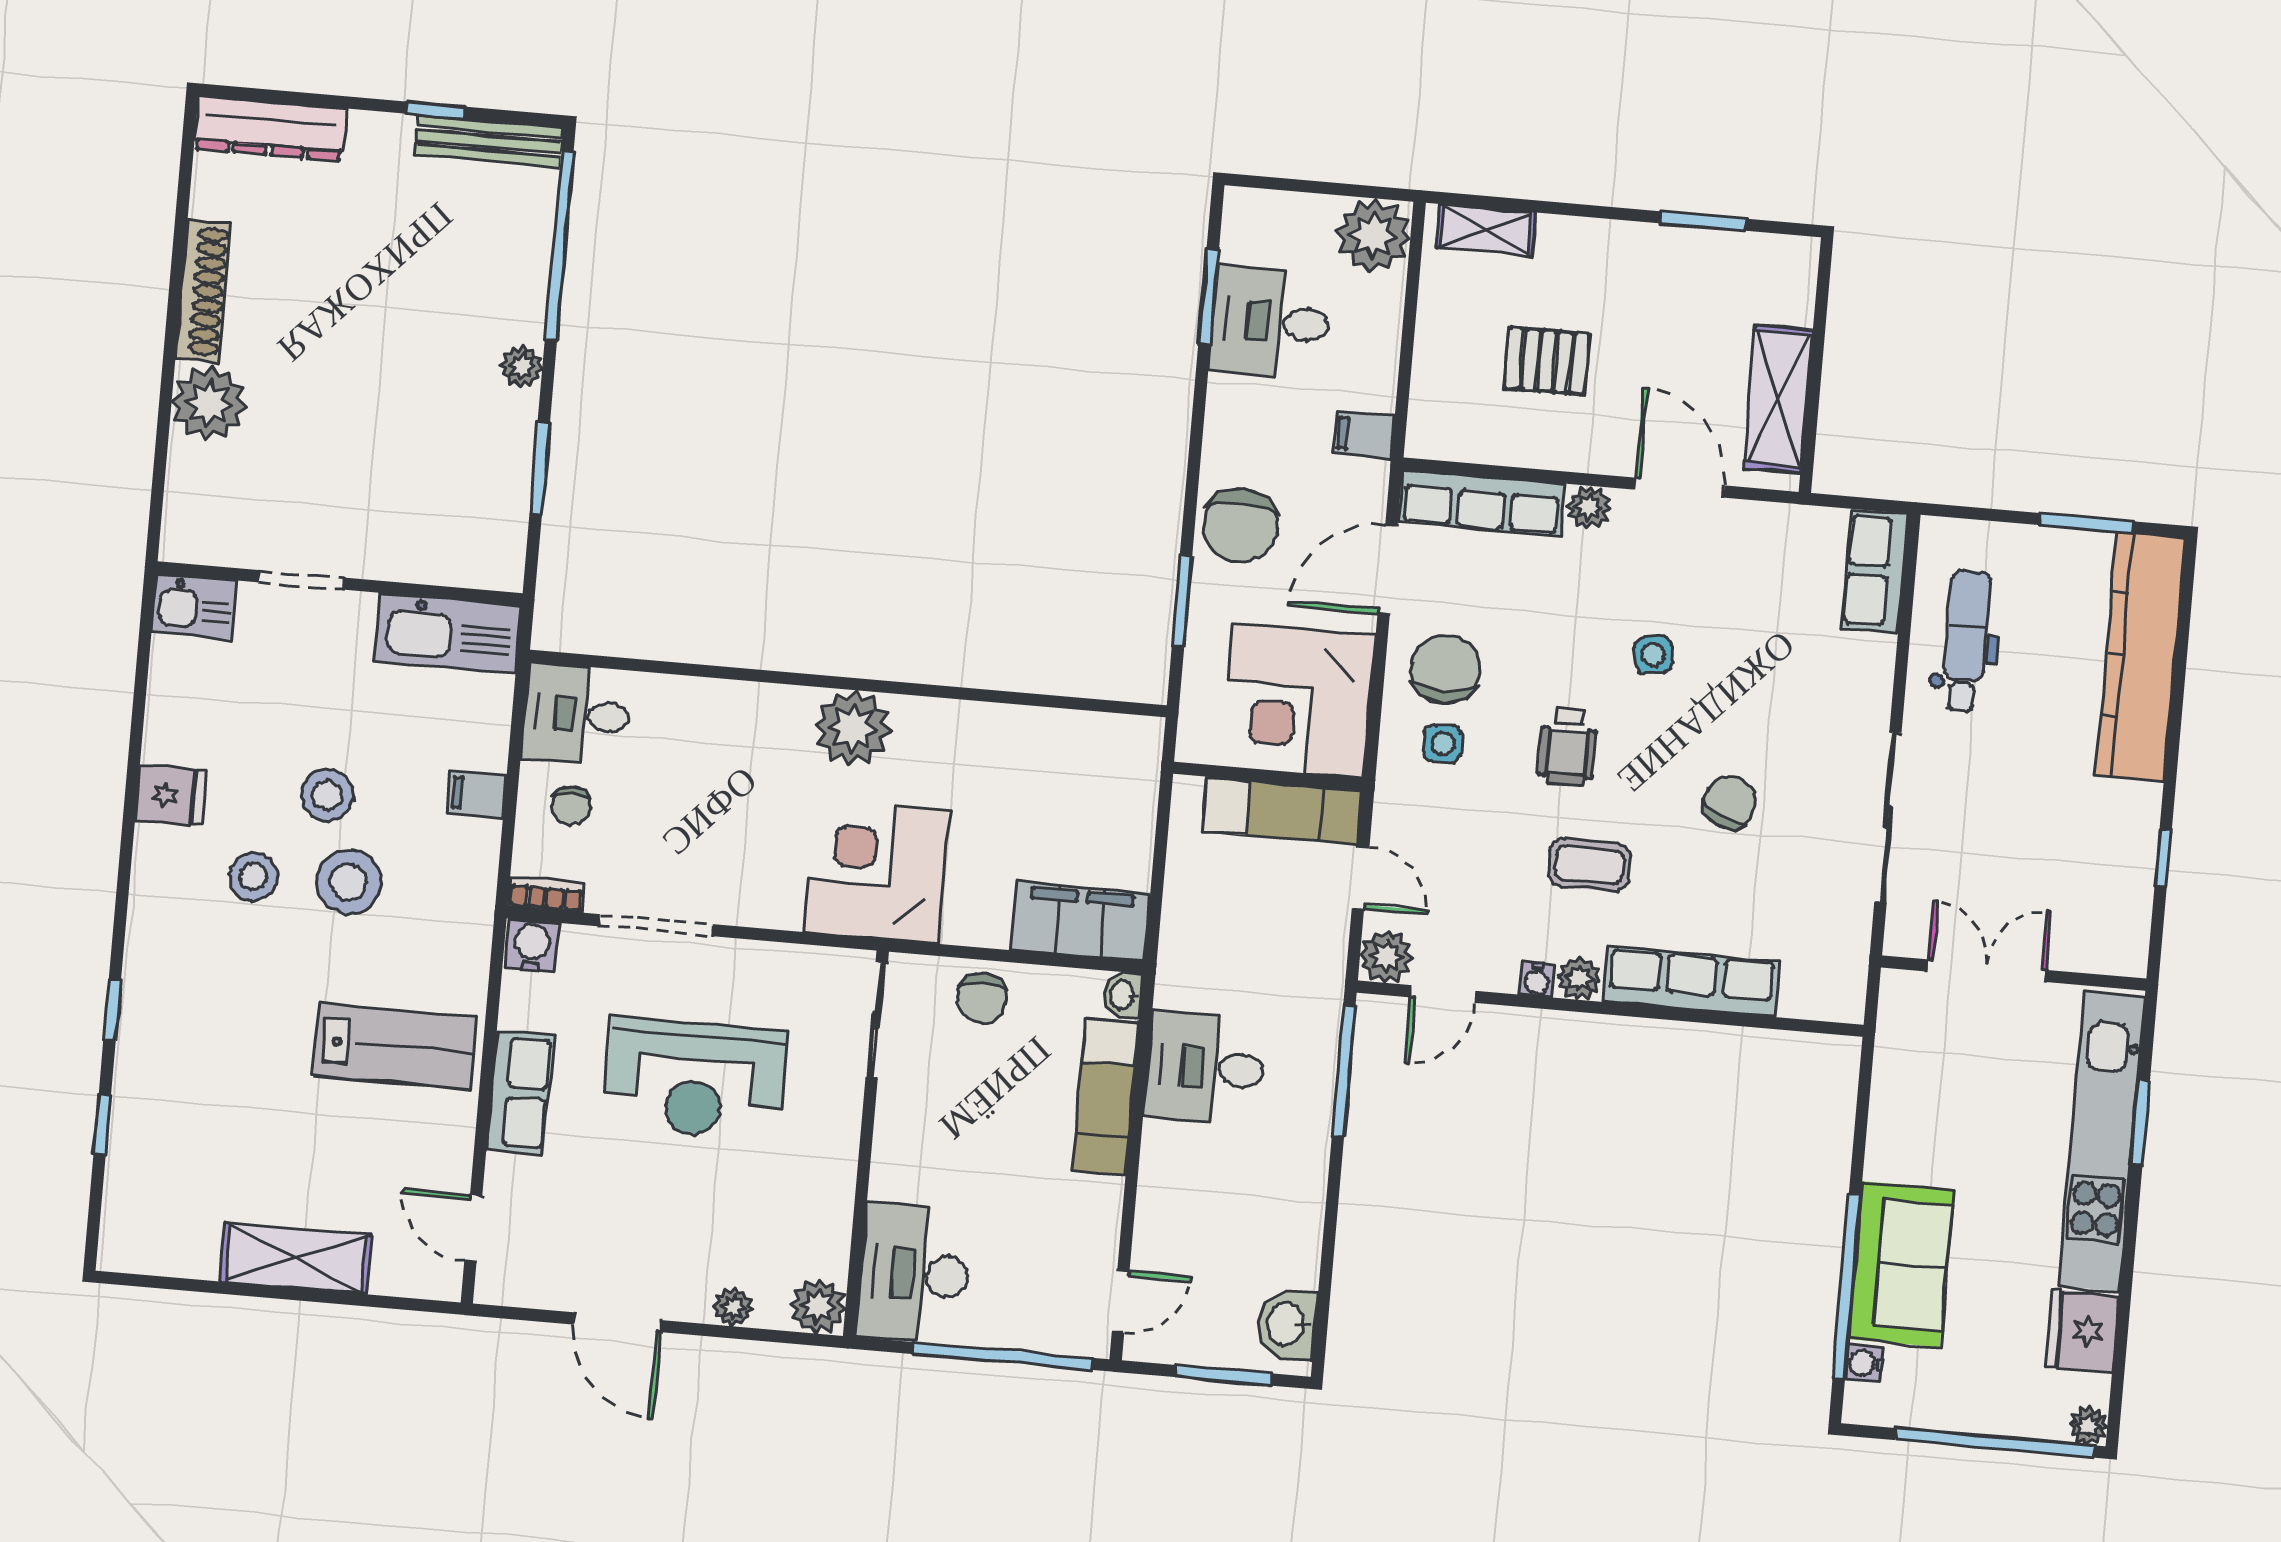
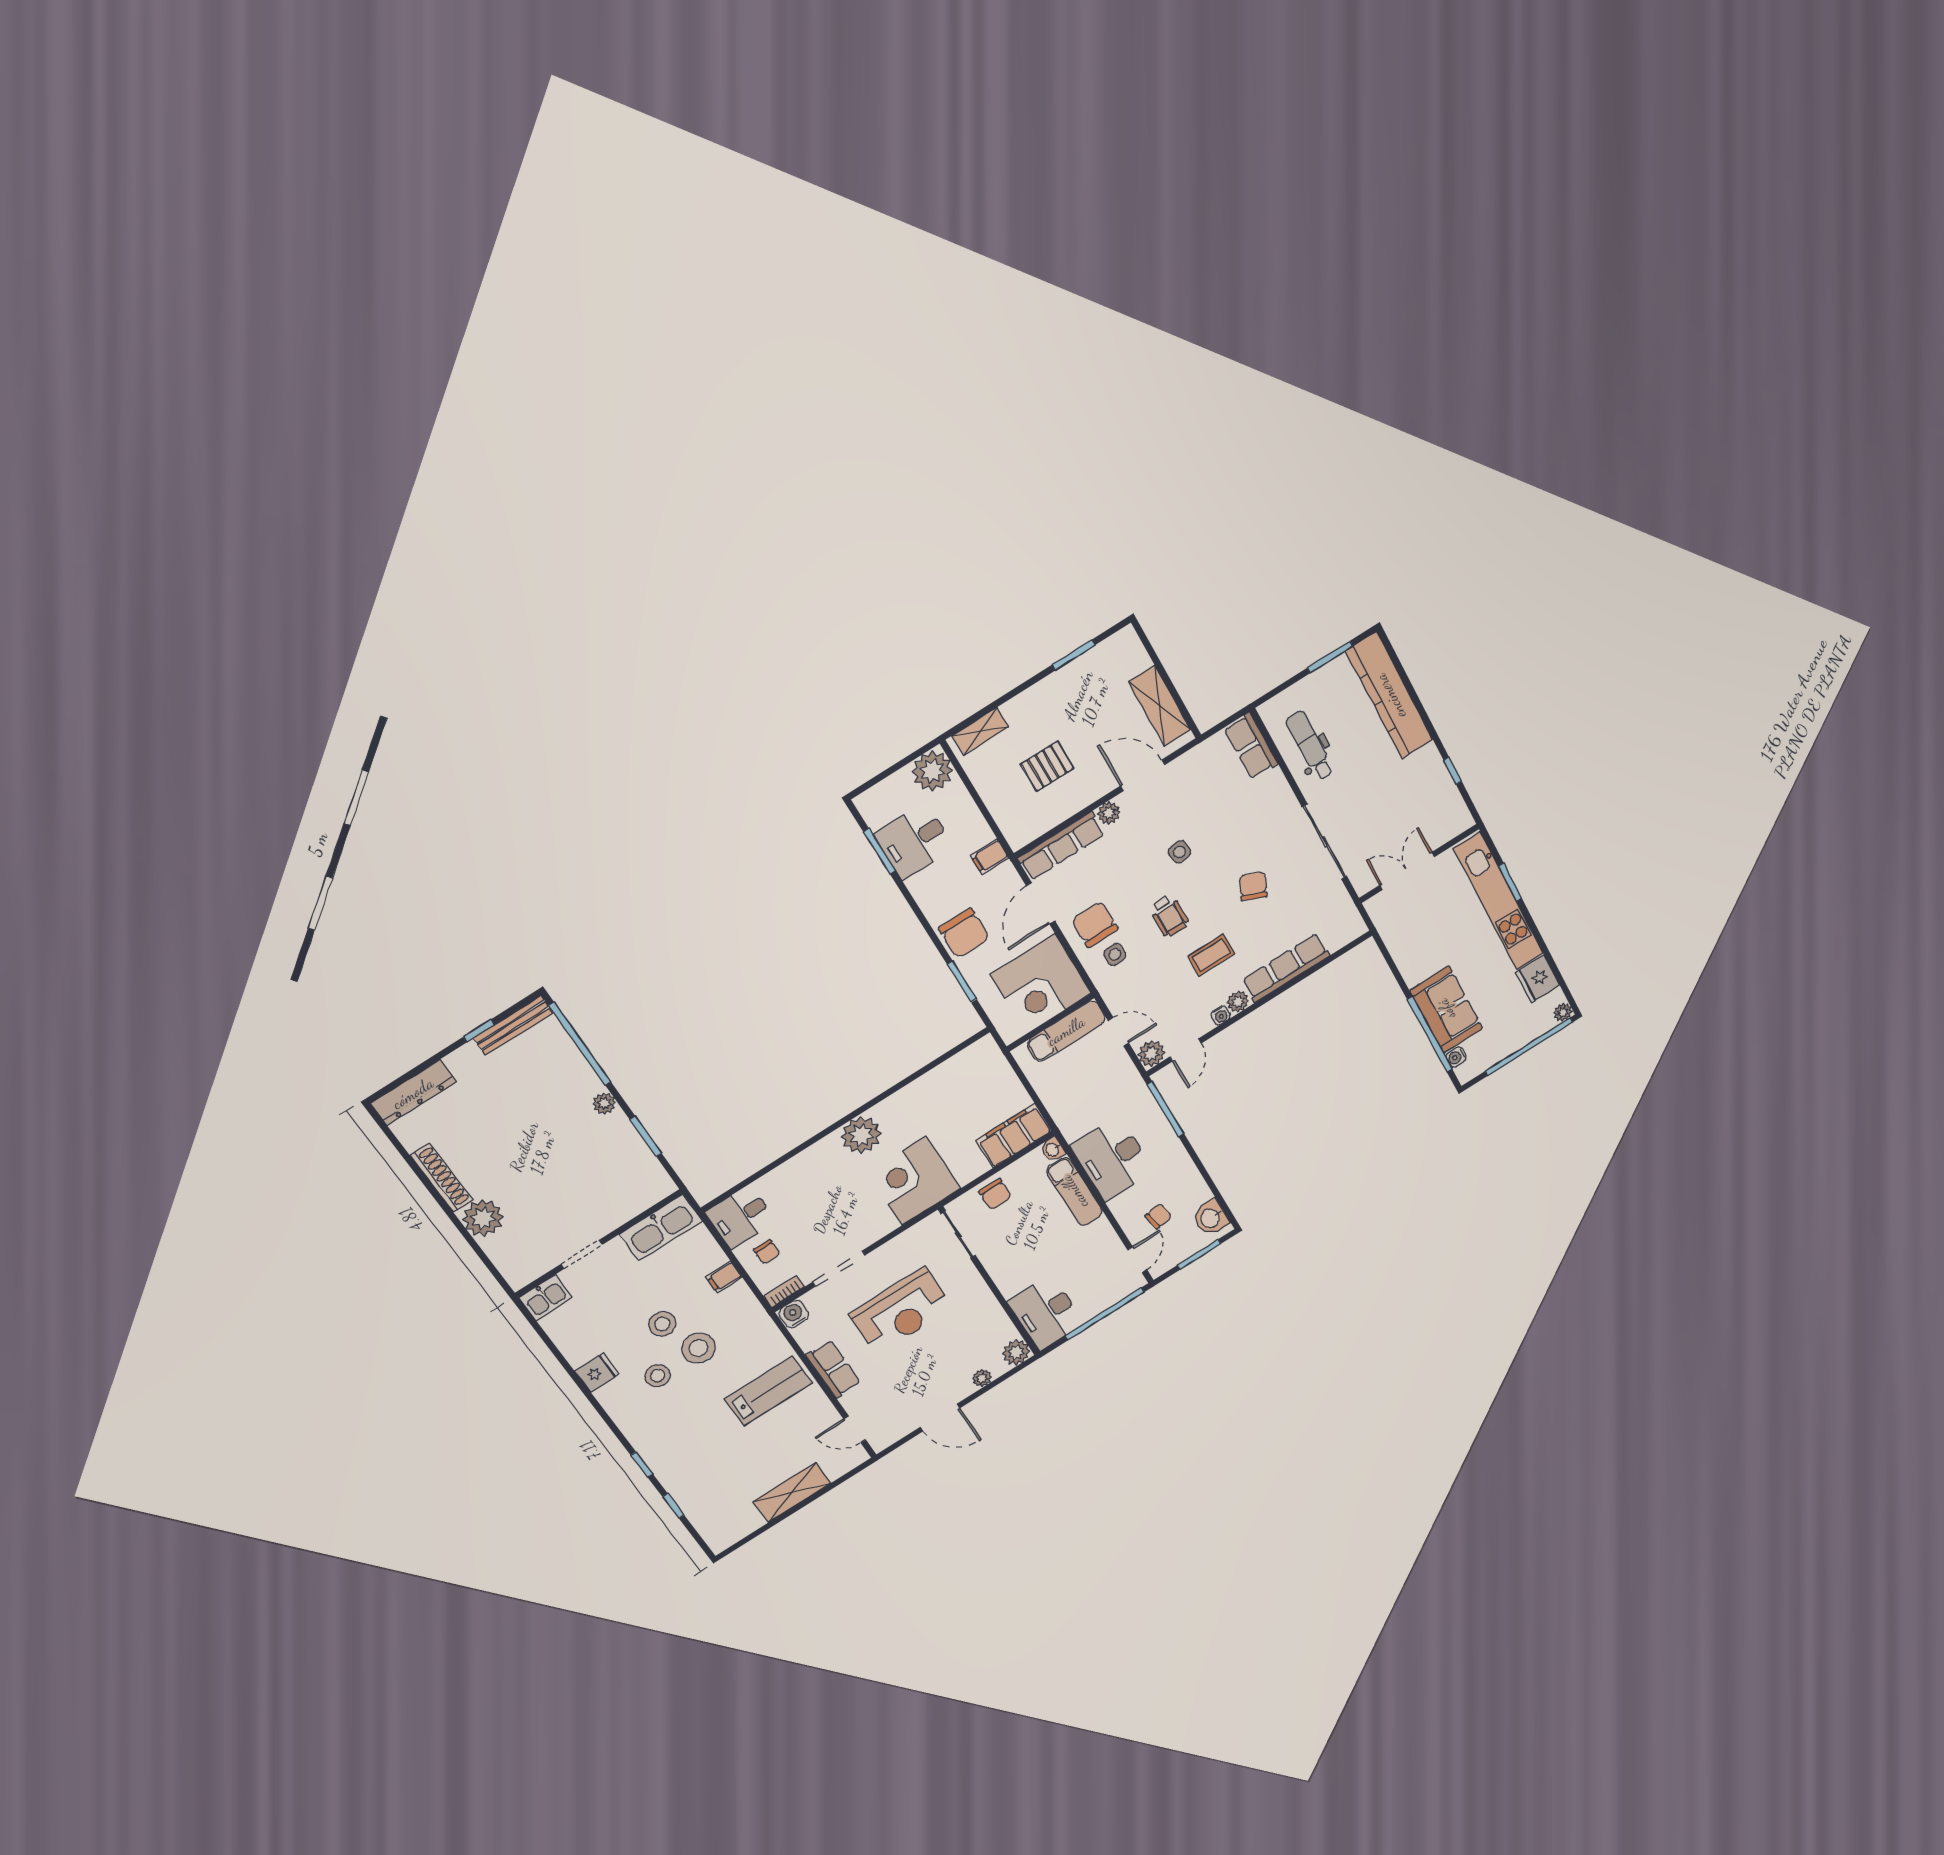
desk: (1205, 1068) -> (1112, 1158), width x1.37
chair: (1206, 1251) -> (1158, 1216), added

